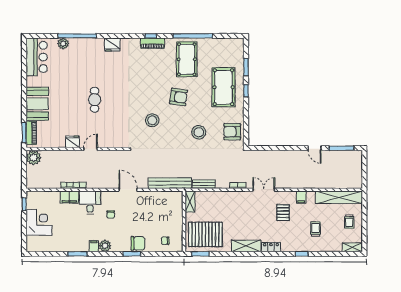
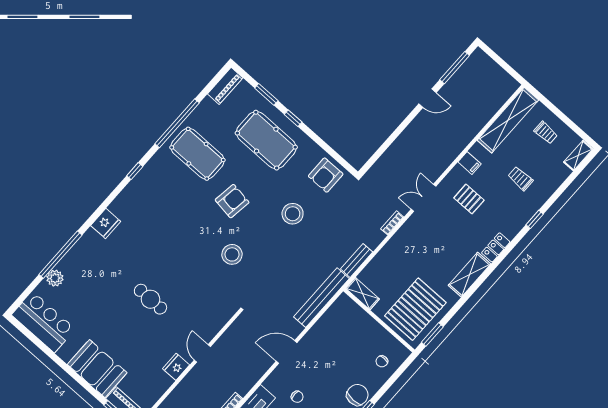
piano: (152, 43) -> (225, 86), moved

